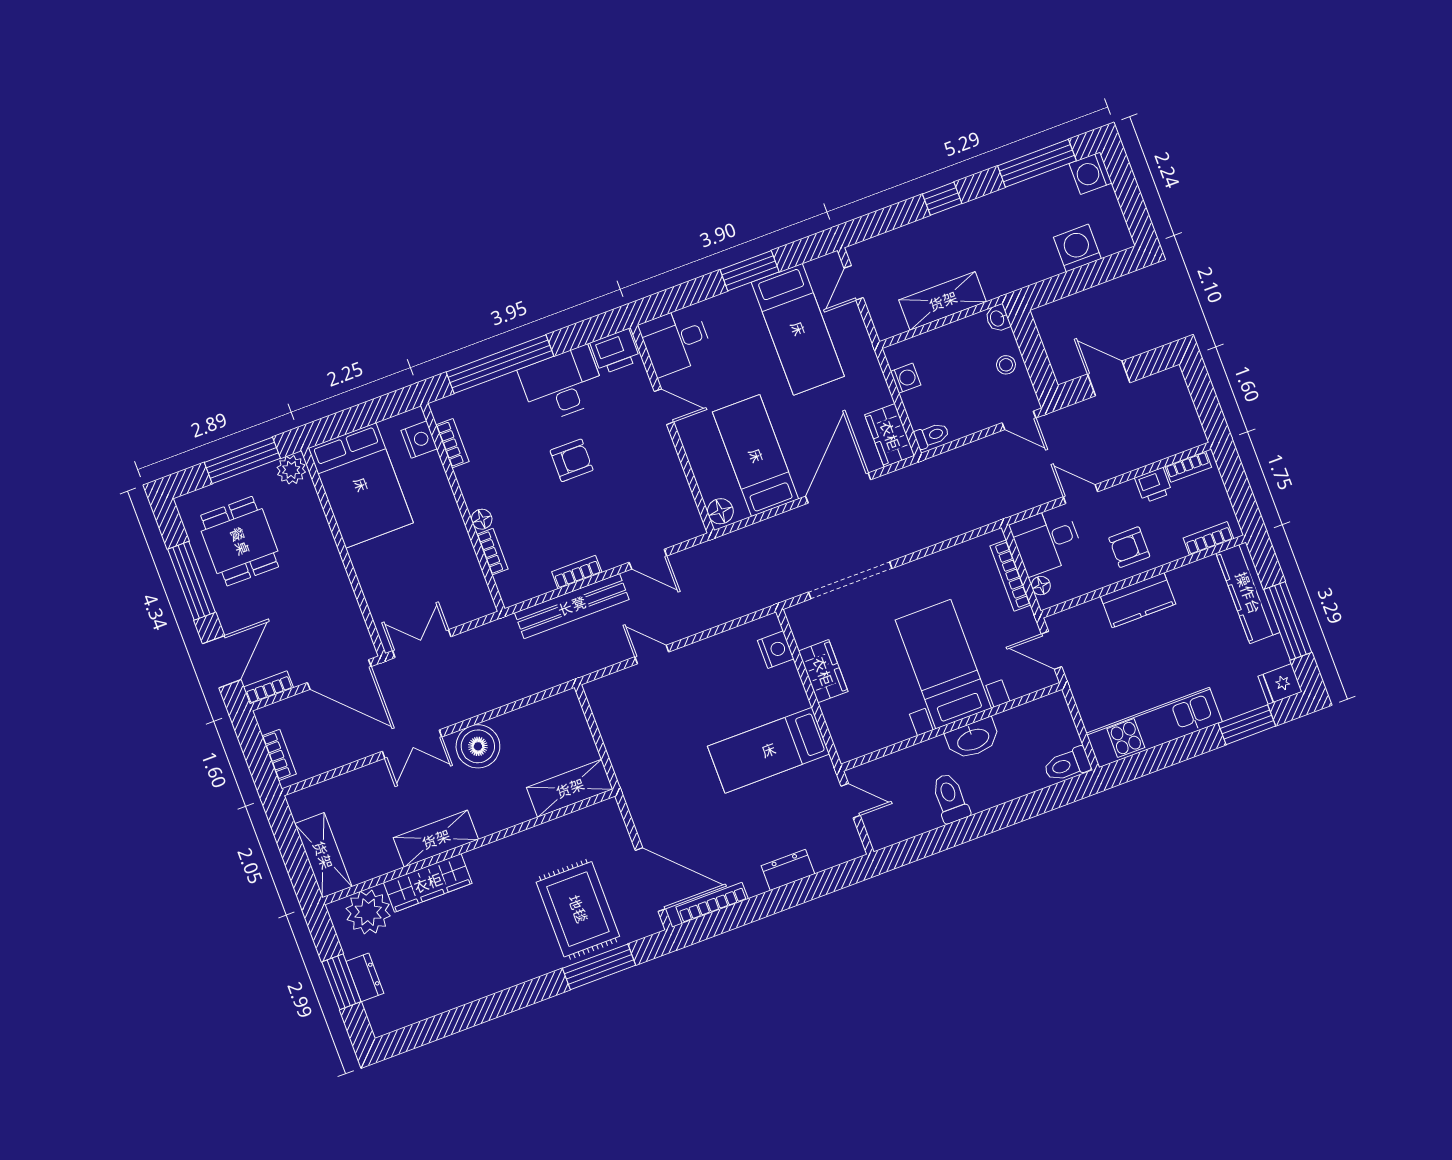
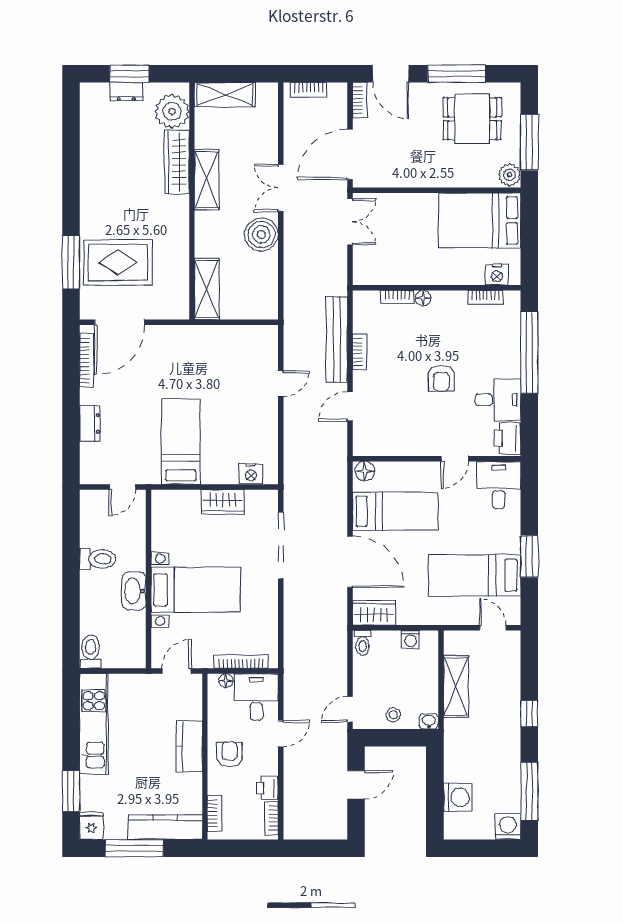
desk: (562, 384) -> (498, 400), width x0.73

